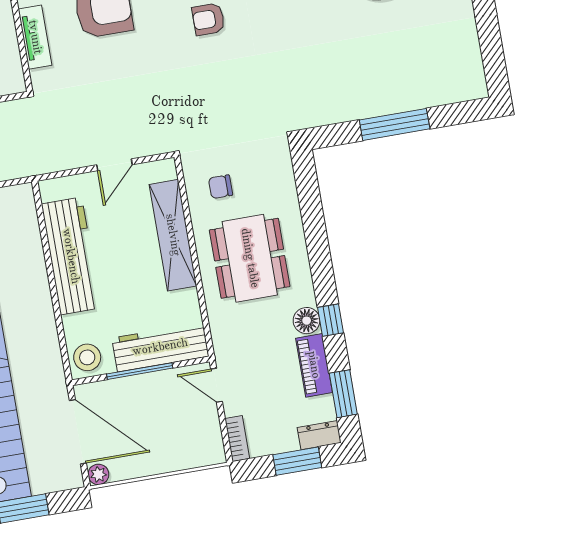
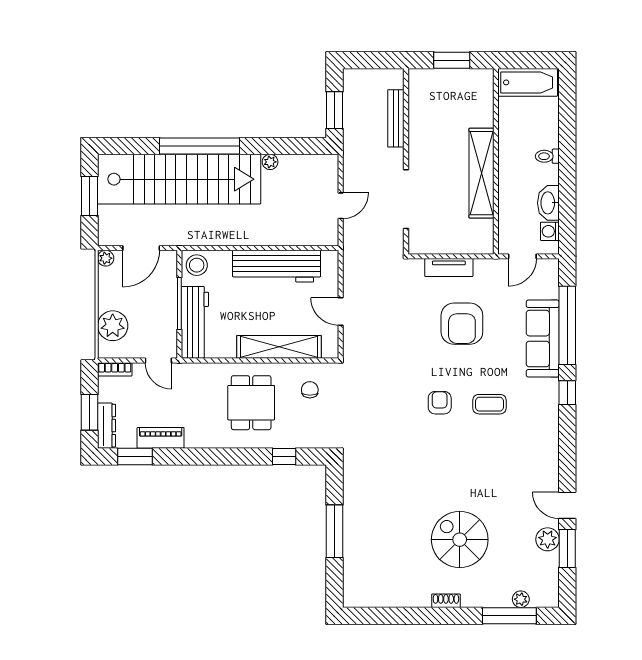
dining table: (250, 258) -> (251, 403), width x0.73
window: (331, 320) -> (284, 456), moved
floor lamp: (307, 321) -> (196, 438), removed
door: (217, 385) -> (158, 360), swing flipped
door: (78, 432) -> (141, 248), width x0.73
dresser: (319, 435) -> (107, 426), width x1.44
plant: (182, 451) -> (113, 326), added

